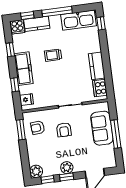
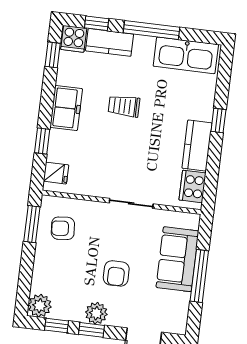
window: (101, 23) -> (218, 120), moved
window: (10, 50) -> (53, 55), moved
freezer: (24, 69) -> (66, 108), width x0.71
armchair: (64, 130) -> (116, 273), moved

